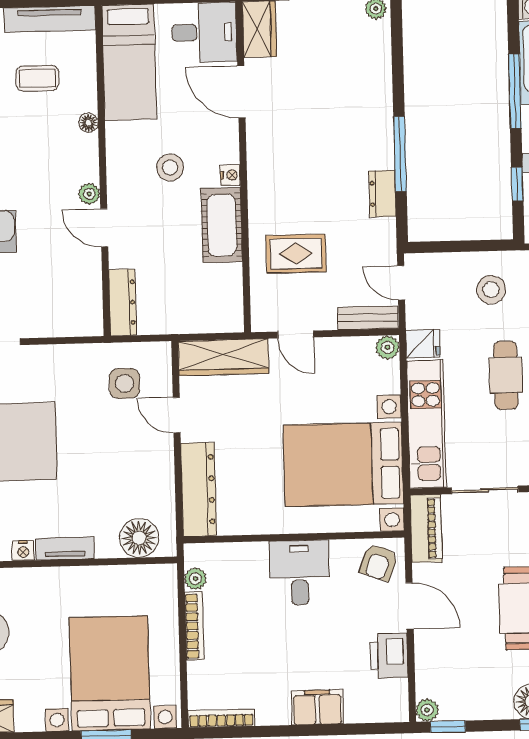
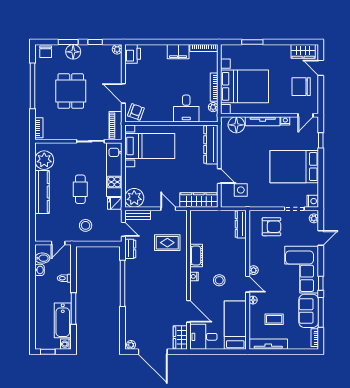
window: (400, 154) -> (122, 283), width x1.46
window: (517, 184) -> (73, 269), removed
dresser: (382, 194) -> (130, 249), moved
cot: (222, 225) -> (196, 256), width x0.73, depth x0.75
door: (104, 228) -> (248, 284), moved
armchair: (49, 298) -> (271, 227), added
plant: (387, 347) -> (134, 198), width x1.87, depth x1.87
bed with nightstands: (343, 464) -> (150, 146), width x0.73
tv unit: (65, 548) -> (263, 121), width x1.41
desk: (299, 572) -> (186, 109), moved
printer: (389, 656) -> (133, 54), moved
bed with nightstands: (110, 673) -> (244, 86), moved, turned -90
filing cabinet: (317, 707) -> (178, 52), moved
window: (448, 727) -> (95, 42), moved

